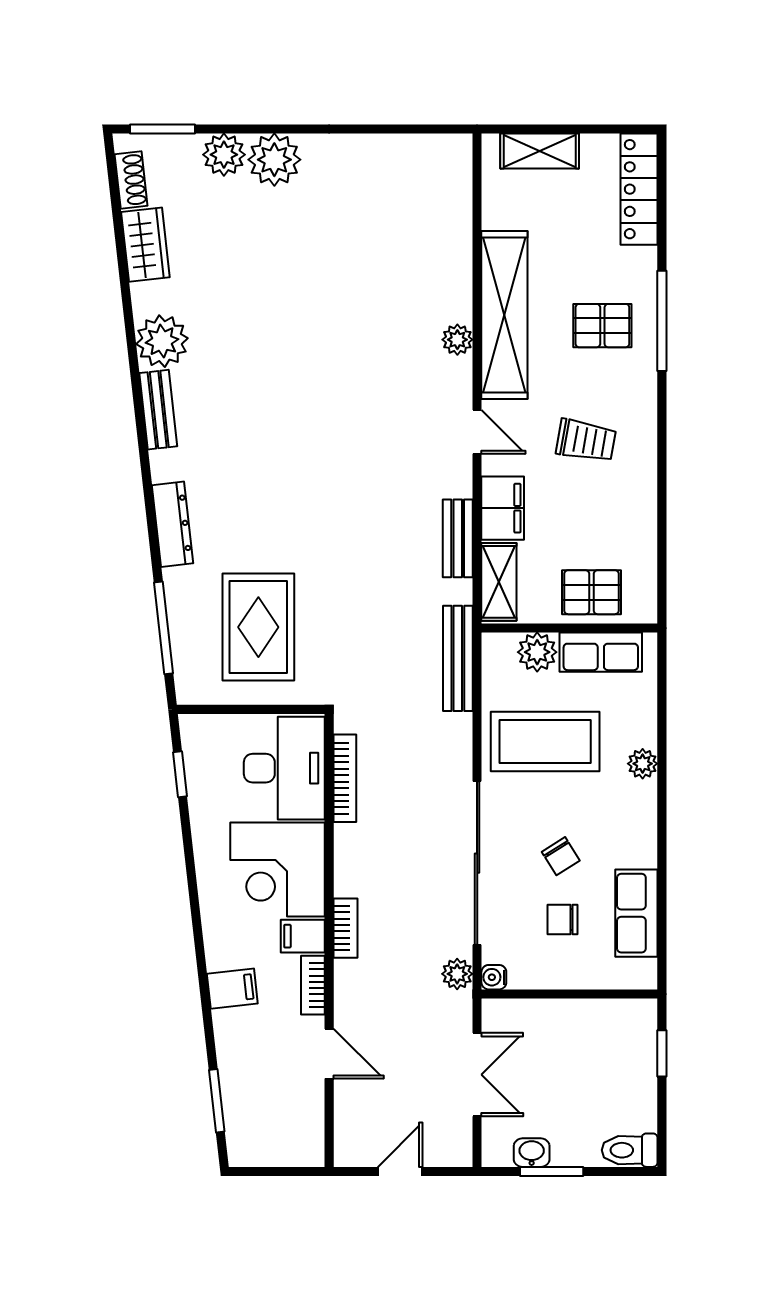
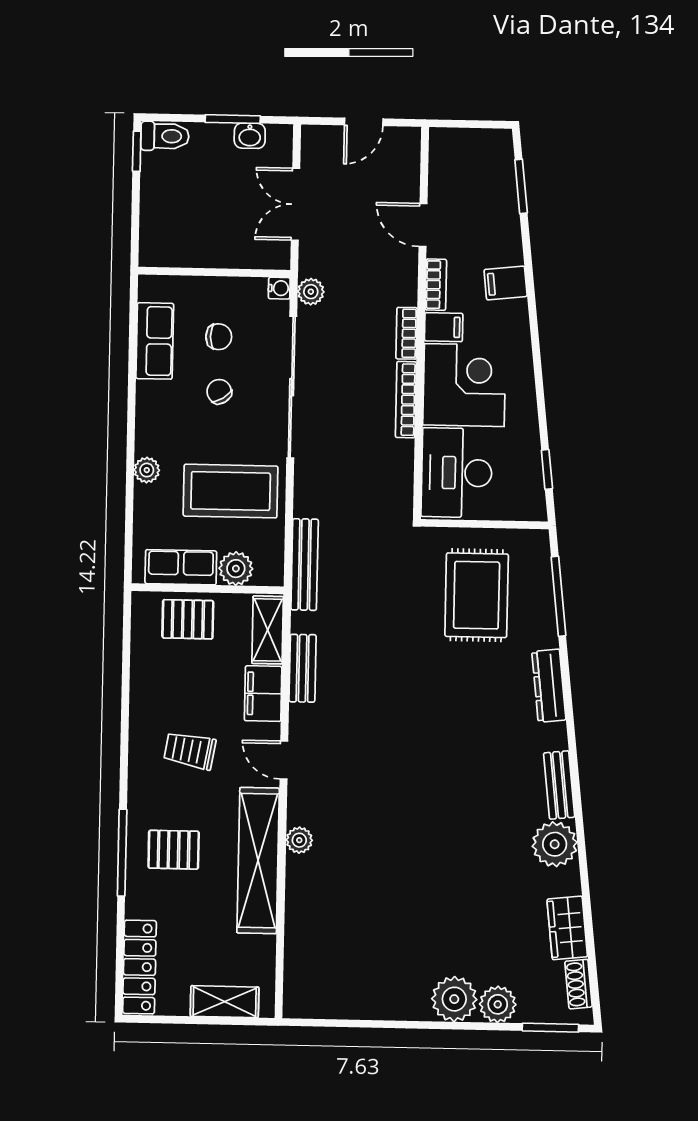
bookcase: (345, 778) -> (406, 400), moved
window: (662, 1053) -> (137, 151), moved

